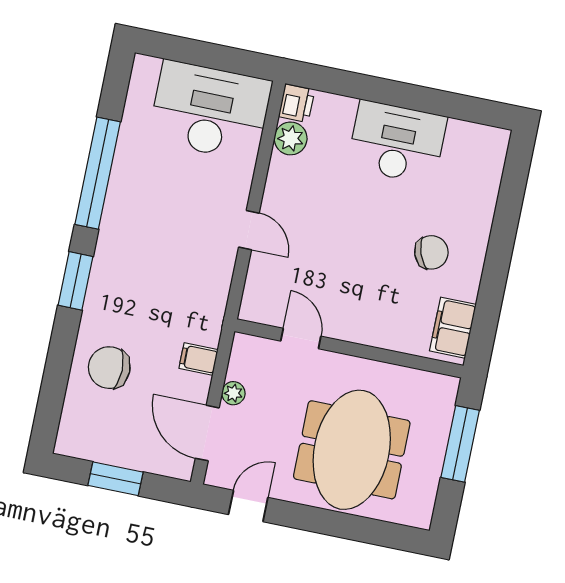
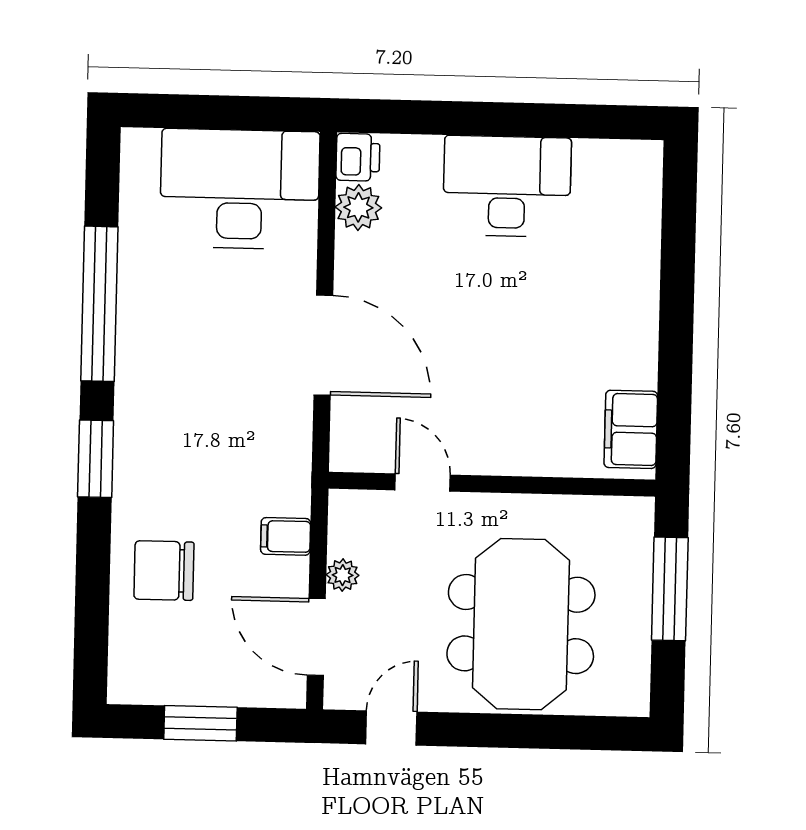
door: (249, 230) -> (323, 345), width x1.88
chair: (431, 252) -> (582, 330), removed

